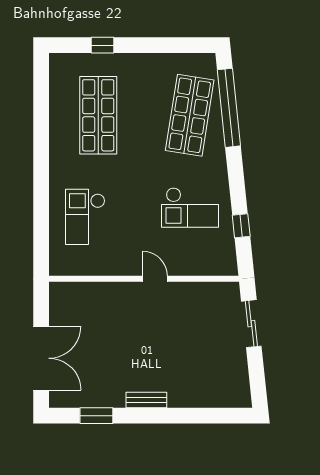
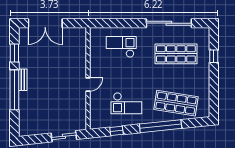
window: (229, 108) -> (161, 126), moved
sliding door: (41, 128) -> (169, 23), added
checkout: (190, 208) -> (126, 103), turned -90
window: (165, 416) -> (14, 90), added

